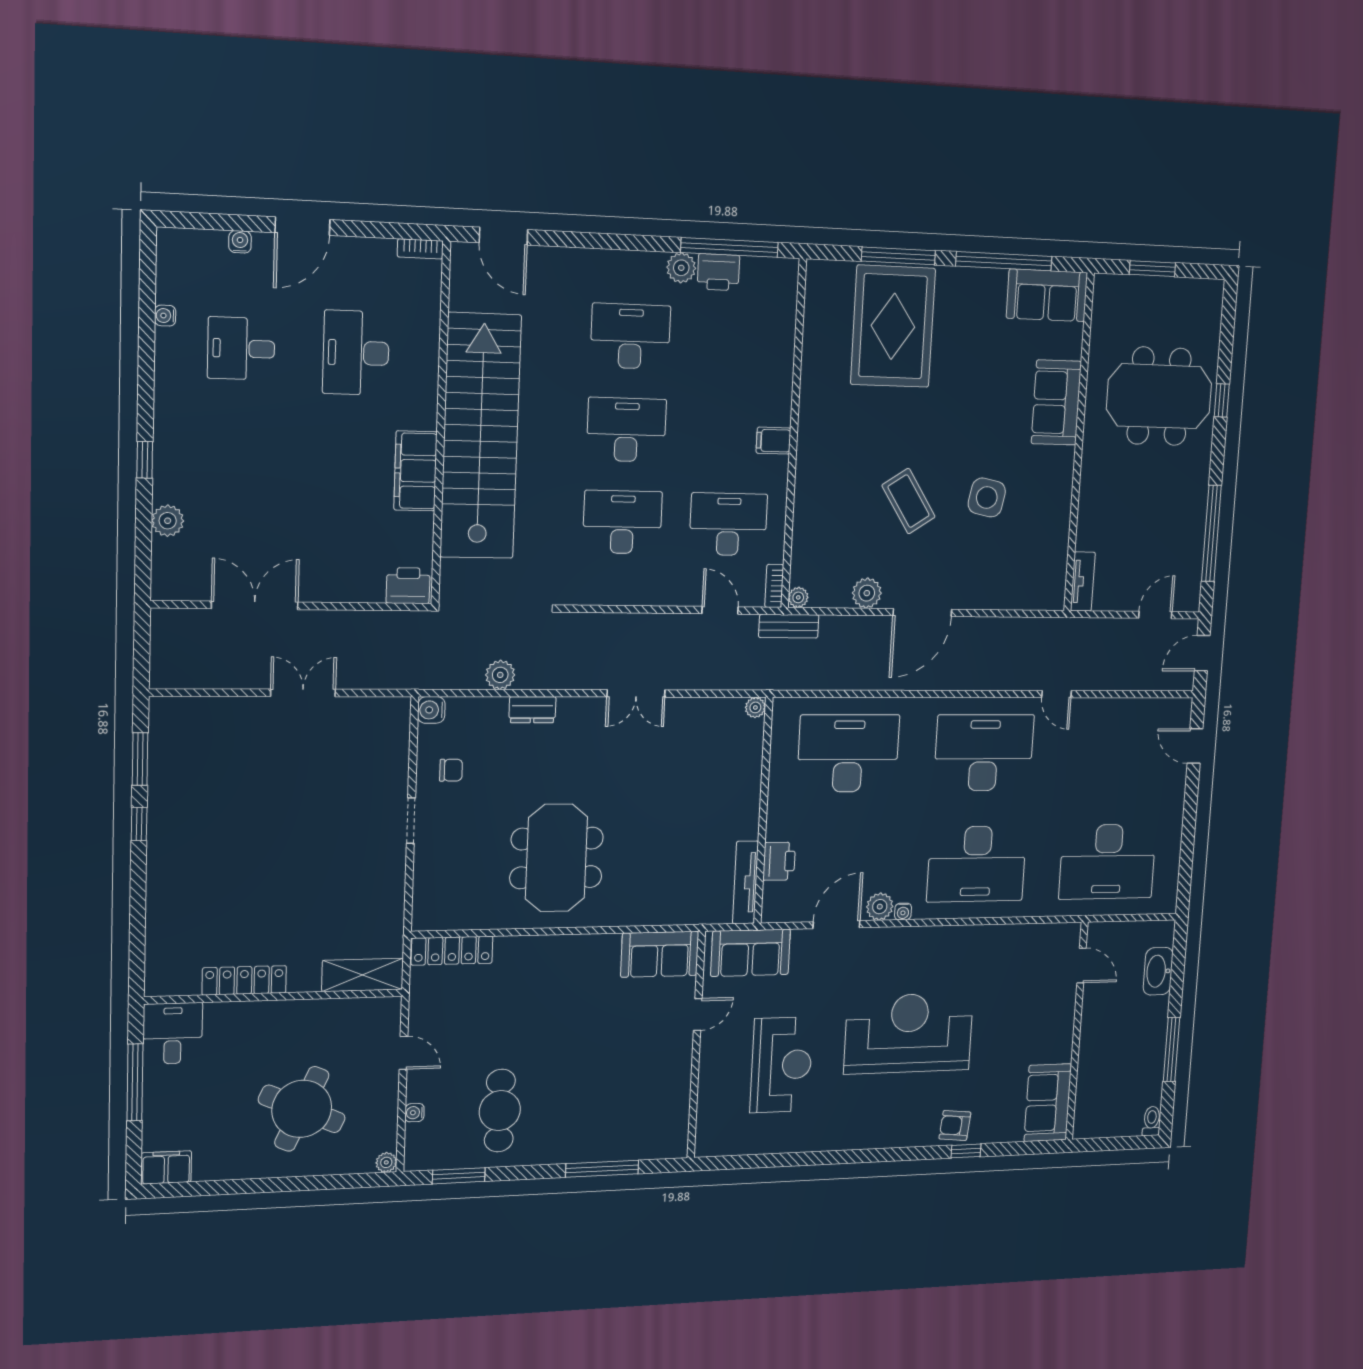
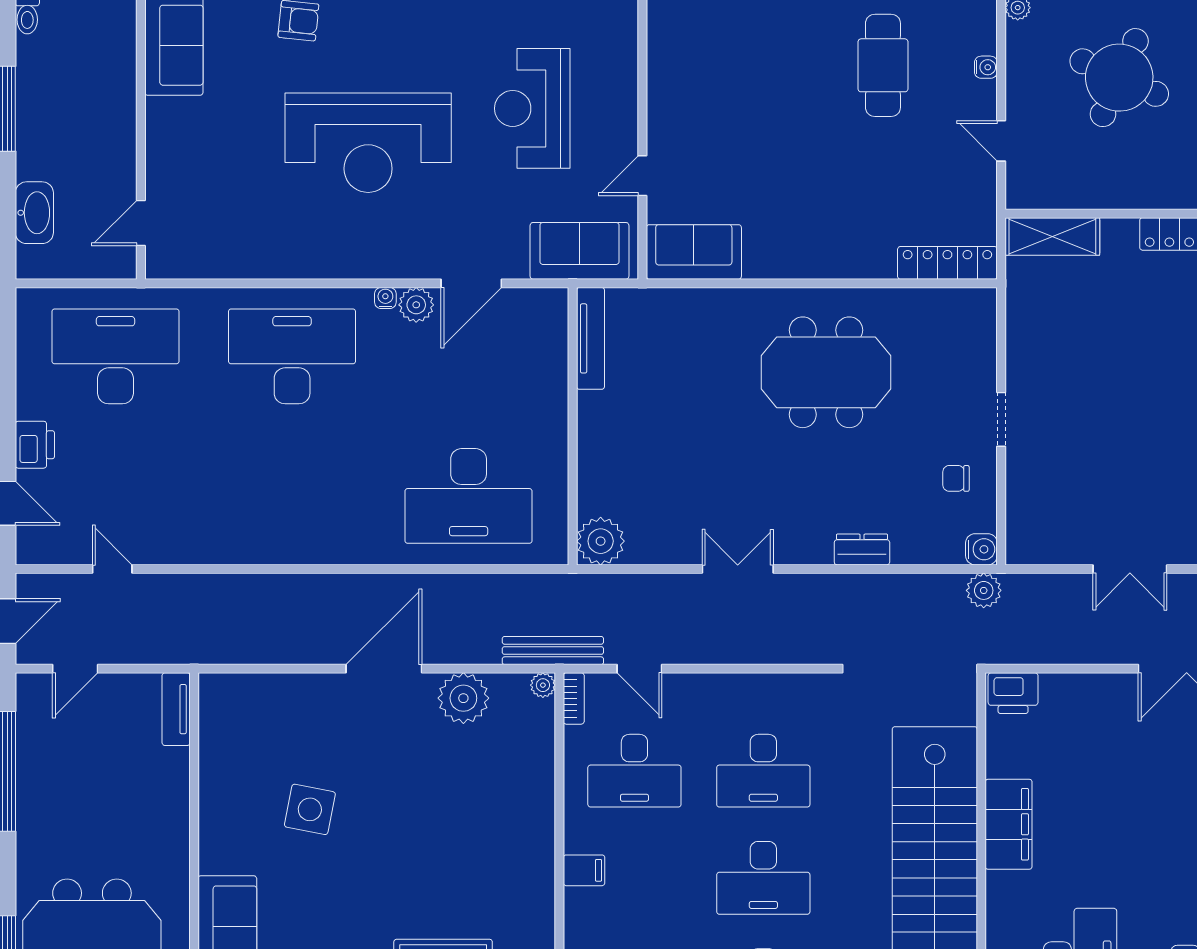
coffee table: (909, 501) -> (410, 803), removed
plant: (867, 593) -> (463, 698), width x1.36, depth x1.36
bench: (789, 626) -> (553, 651), width x1.36
plant: (500, 675) -> (984, 590), moved
door: (1056, 694) -> (112, 569), moved
plant: (755, 707) -> (601, 541), width x1.88, depth x1.88
desk: (984, 753) -> (292, 496), removed
meeting table: (556, 858) -> (826, 372), turned 90
printer: (779, 861) -> (35, 445), moved, turned 180
door: (1082, 965) -> (141, 223), hinge flipped

